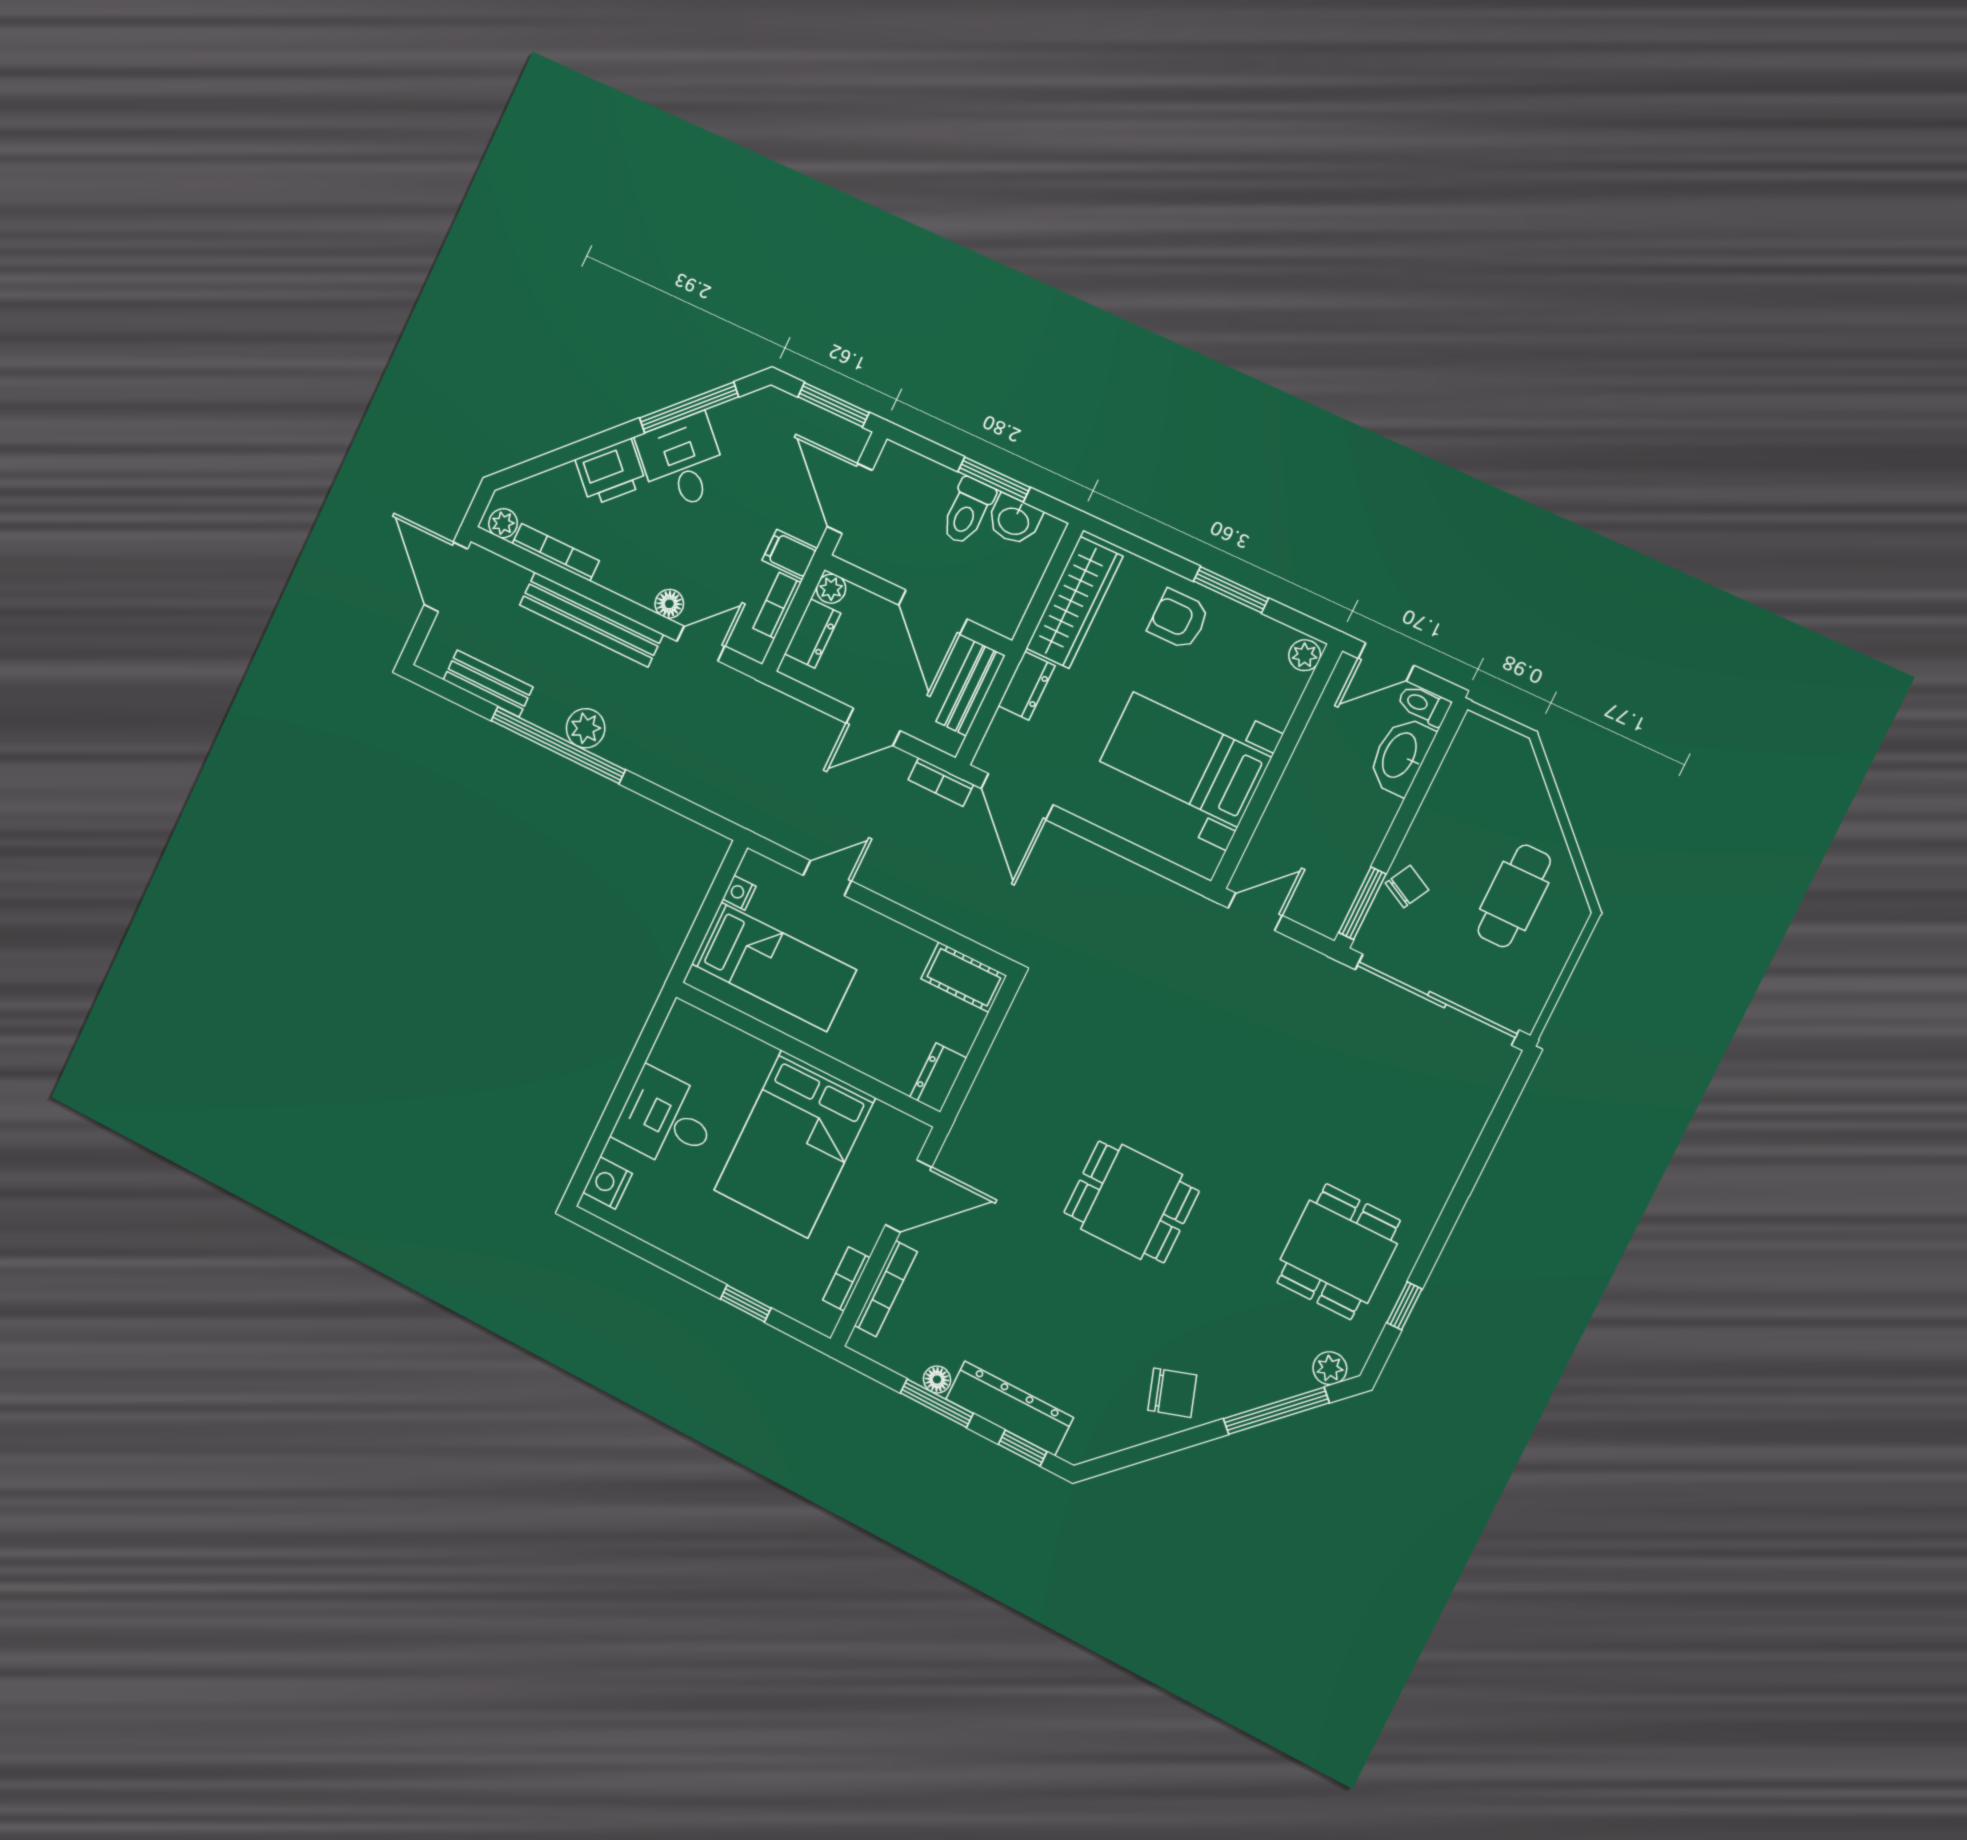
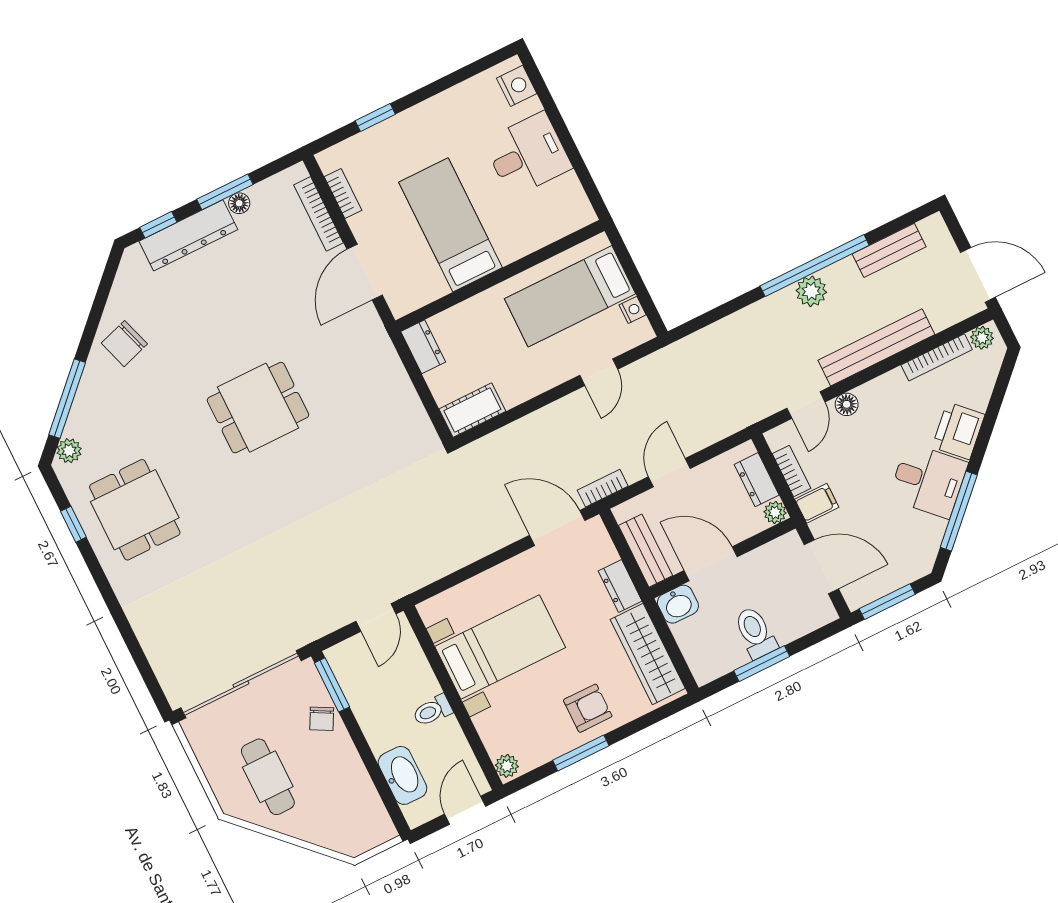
washbasin: (1014, 520) -> (678, 604), moved, turned 180
toilet: (1424, 705) -> (432, 711), moved, turned 180
bed: (795, 1144) -> (450, 225), width x0.67

